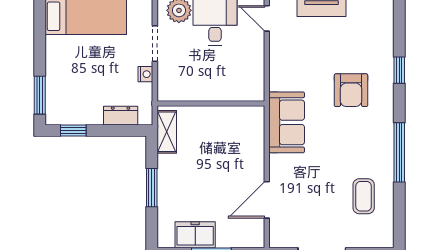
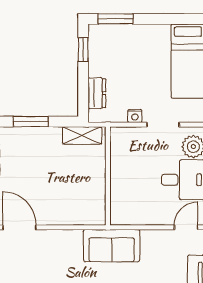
sofa: (287, 122) -> (112, 246), moved

